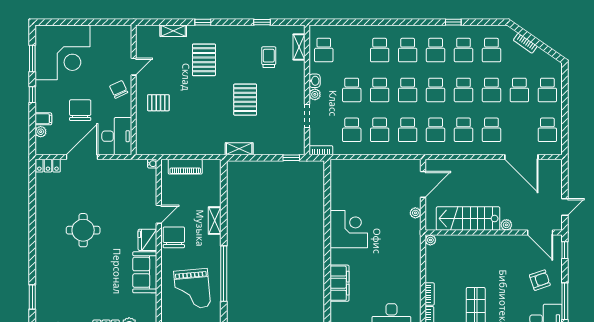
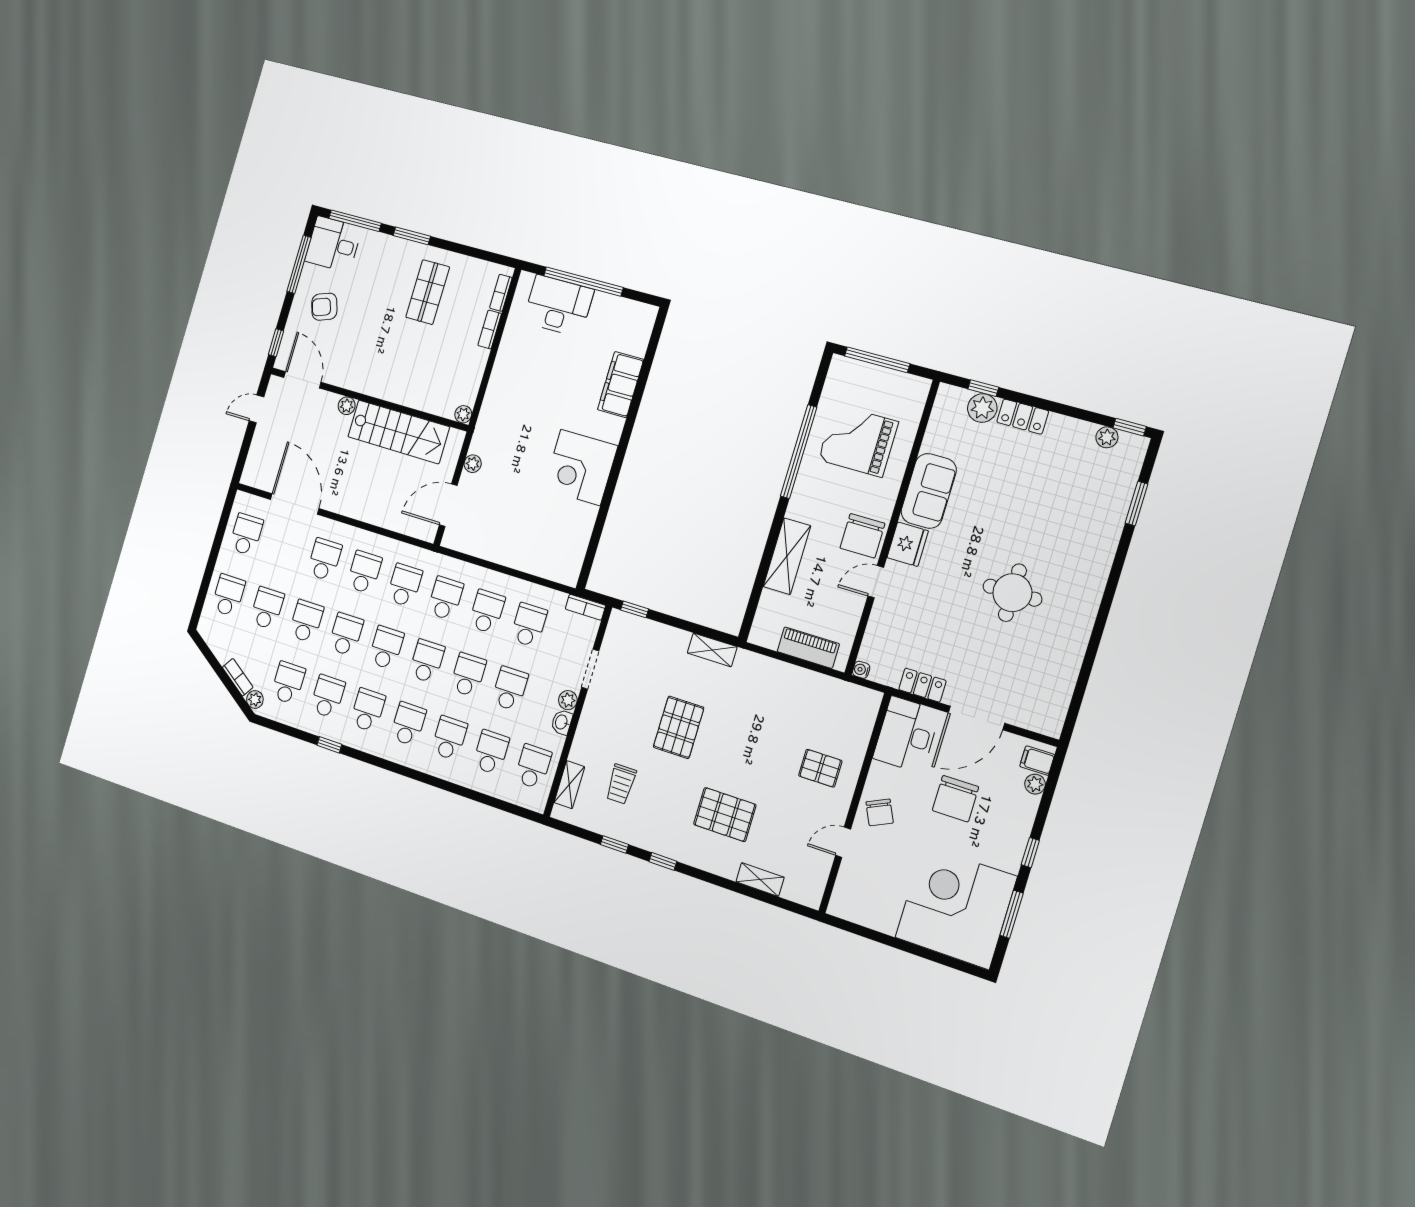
window: (203, 22) -> (663, 861), moved
plant: (510, 34) -> (255, 699), added
school desk: (352, 50) -> (491, 752), added
pallet: (204, 60) -> (725, 815), turned 90
filing cabinet: (43, 119) -> (1037, 761), moved
locker: (48, 166) -> (922, 685), moved
shelving: (215, 221) -> (787, 556), width x1.50, depth x1.33
grand piano: (192, 289) -> (858, 441), turned -85

